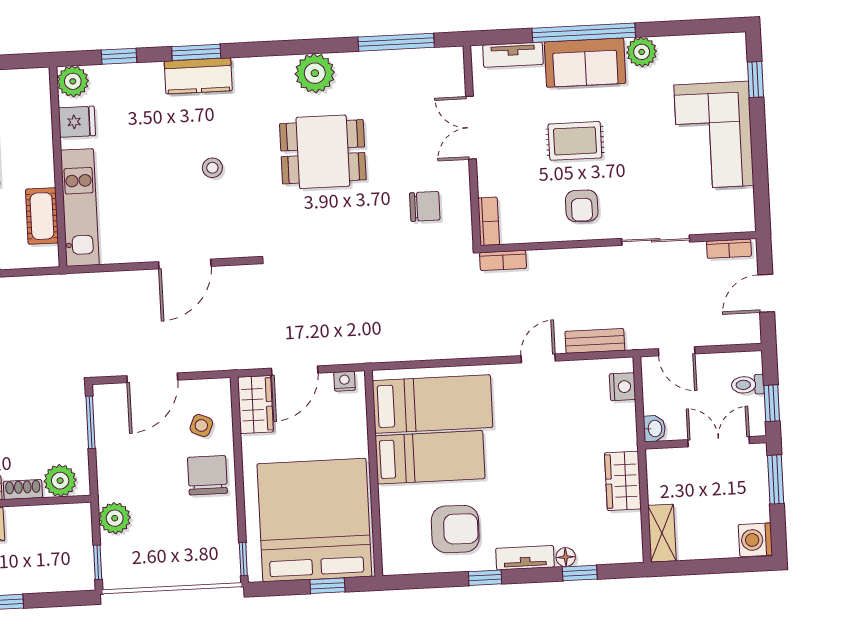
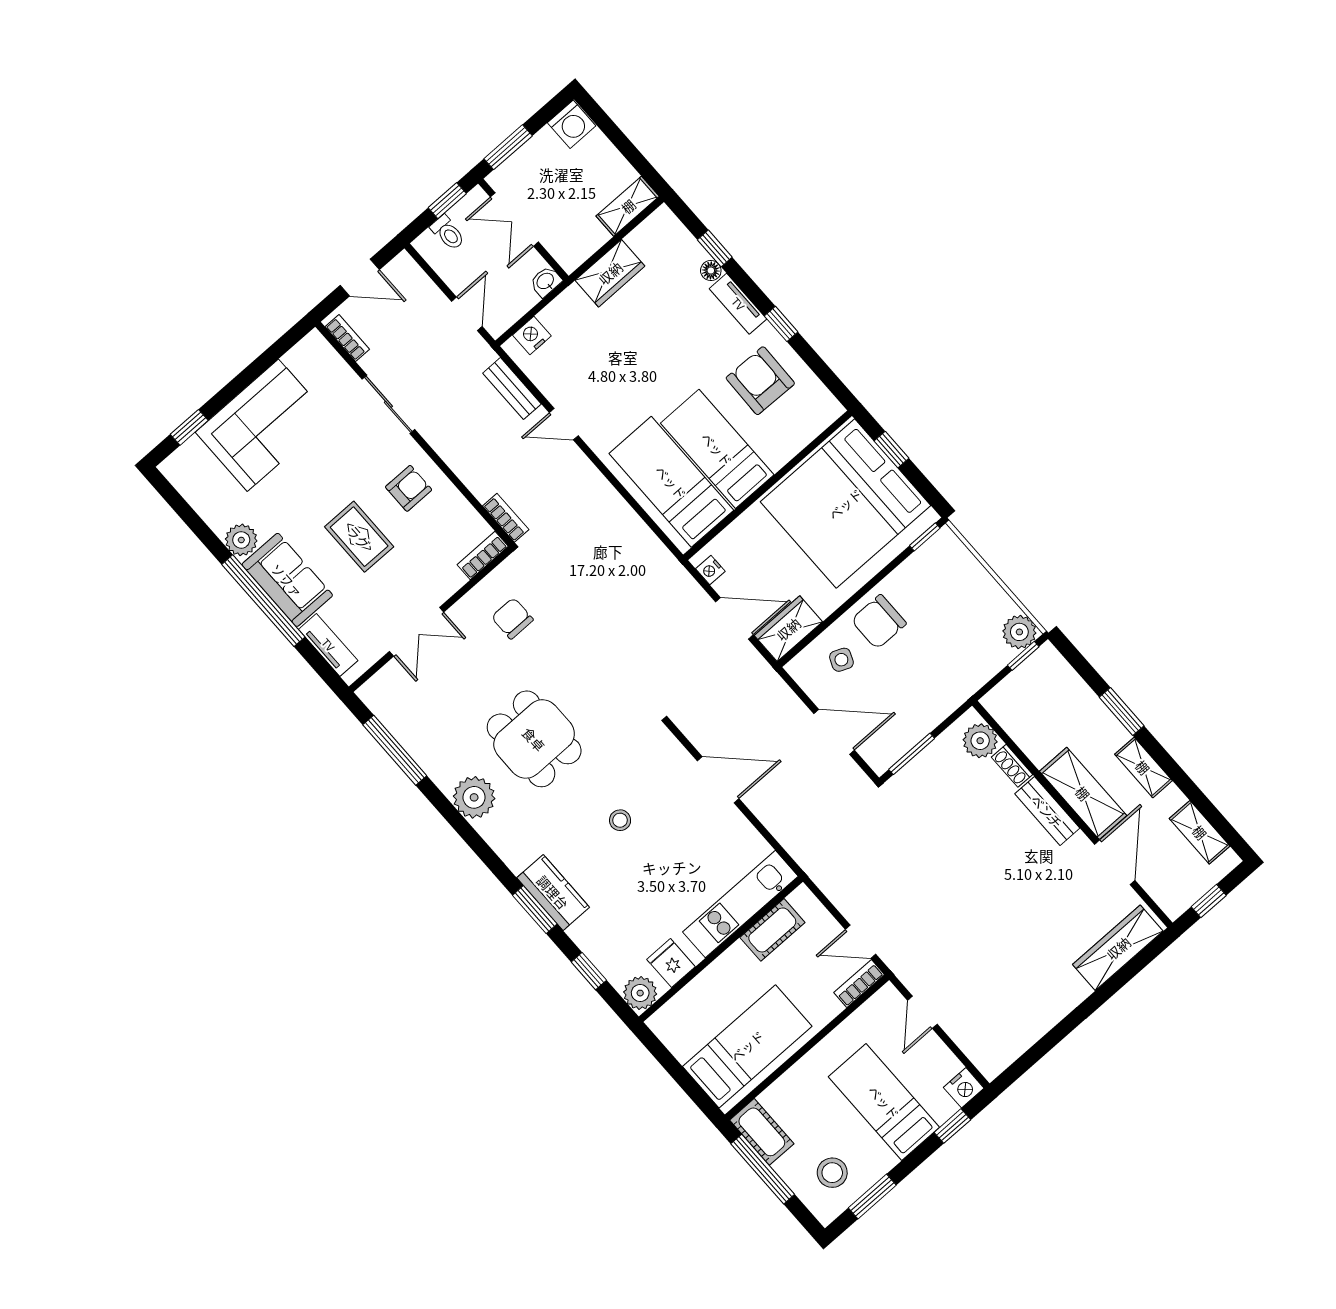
plant: (115, 518) -> (1019, 632), moved

